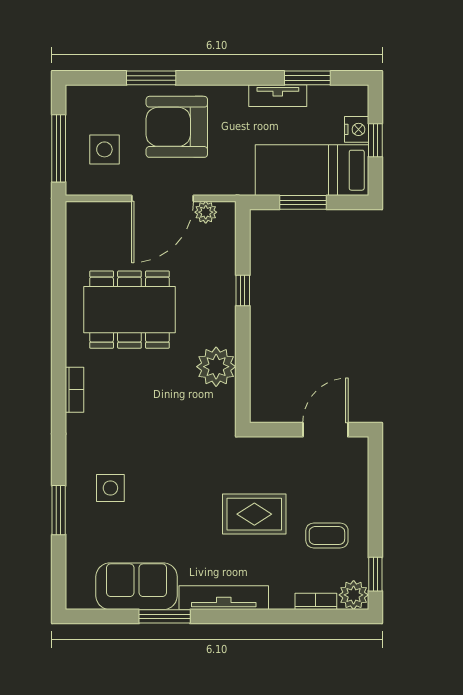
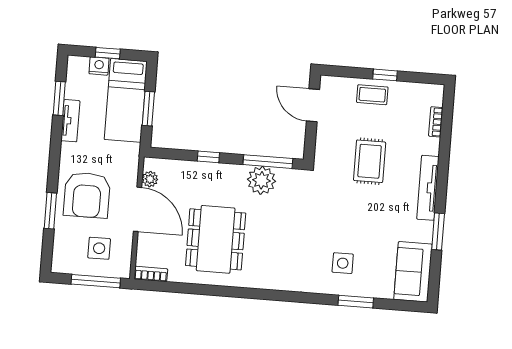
window: (243, 373) -> (268, 162), added
bookcase: (75, 390) -> (151, 274), moved
coffee table: (327, 536) -> (372, 95), moved, turned 90
window: (375, 574) -> (385, 75), moved
sofa: (137, 586) -> (413, 272), moved
plant: (354, 595) -> (433, 94), removed

